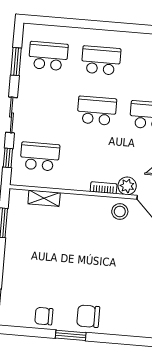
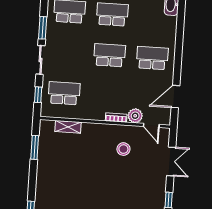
window: (16, 62) -> (43, 28), moved
stool: (120, 212) -> (123, 149), moved

